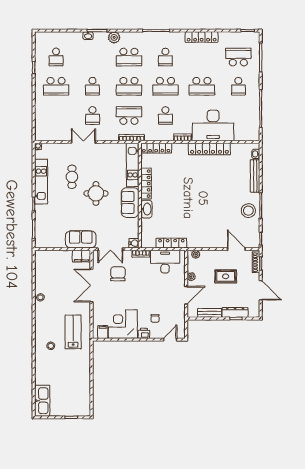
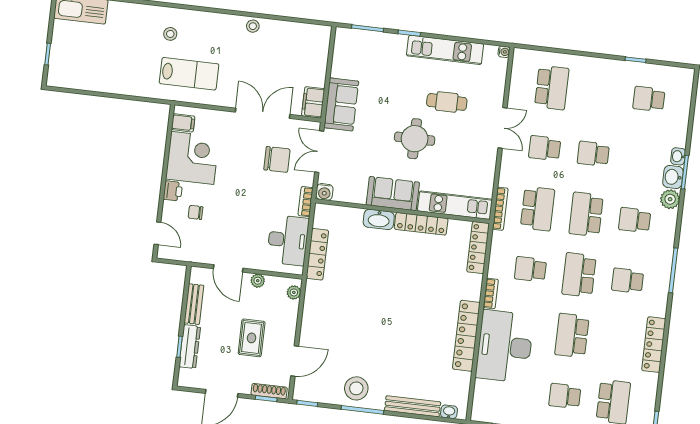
washbasin: (101, 37) -> (673, 177), added
school desk: (129, 57) -> (635, 220), width x0.54
school desk: (56, 86) -> (552, 88), moved, turned 180

